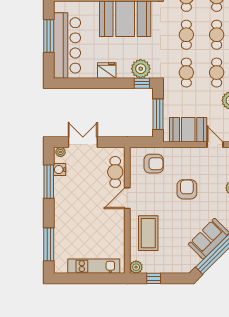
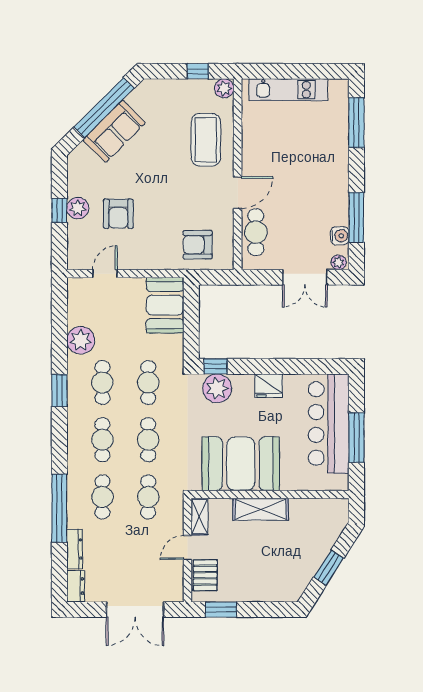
window: (158, 114) -> (191, 319), removed
booth: (188, 130) -> (165, 305), moved, turned 90
door: (215, 145) -> (105, 274), swing flipped
armchair: (187, 189) -> (118, 214), moved

